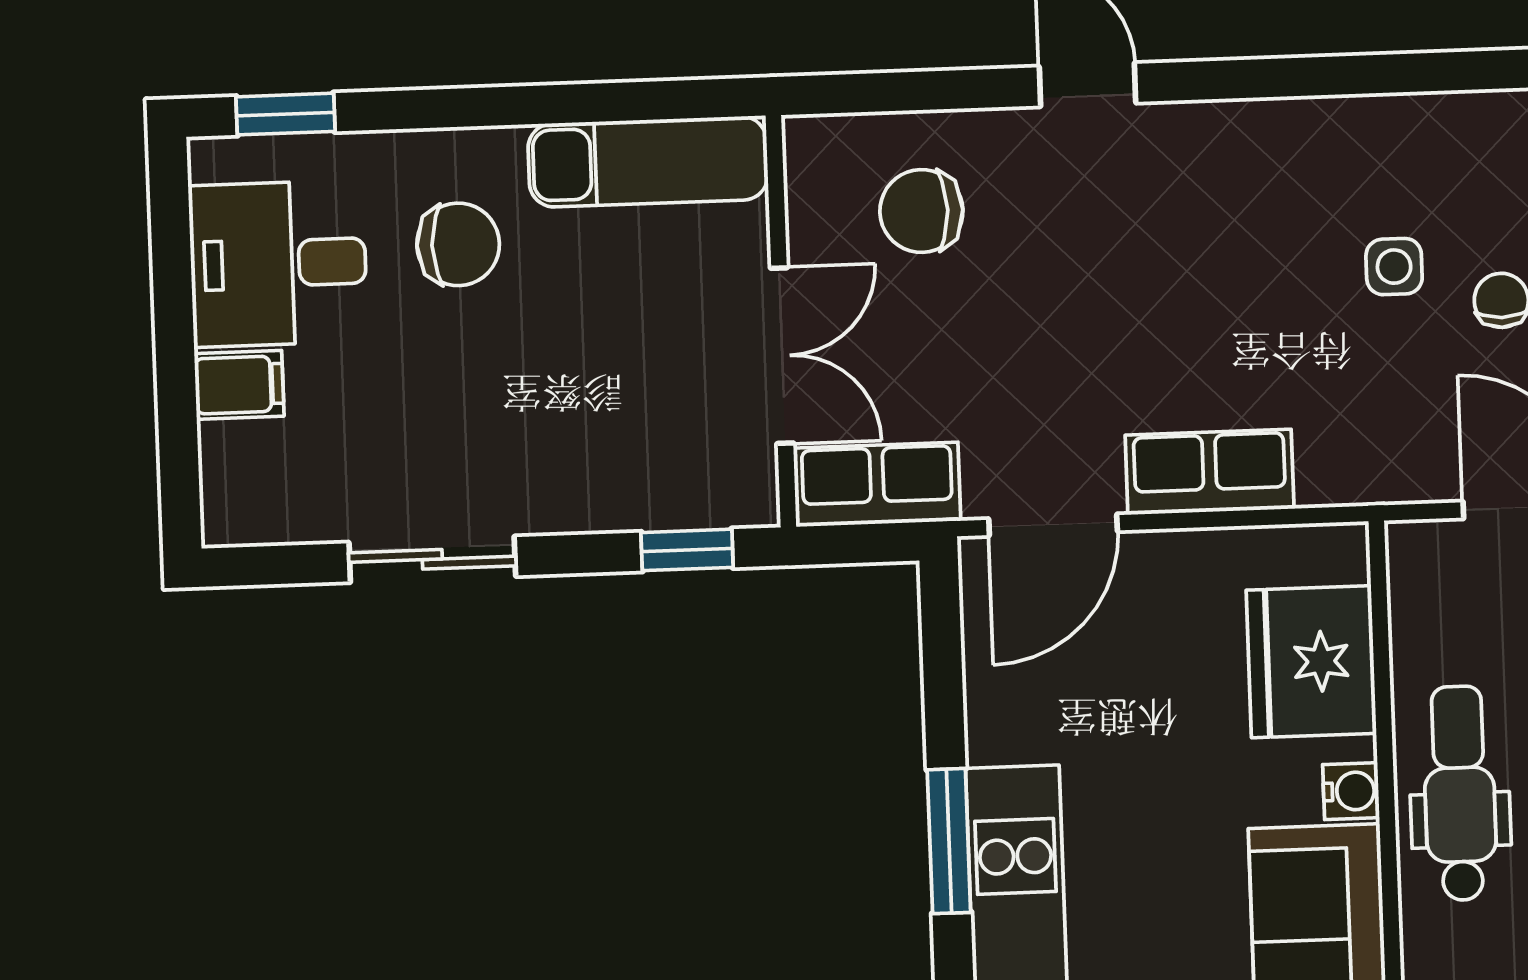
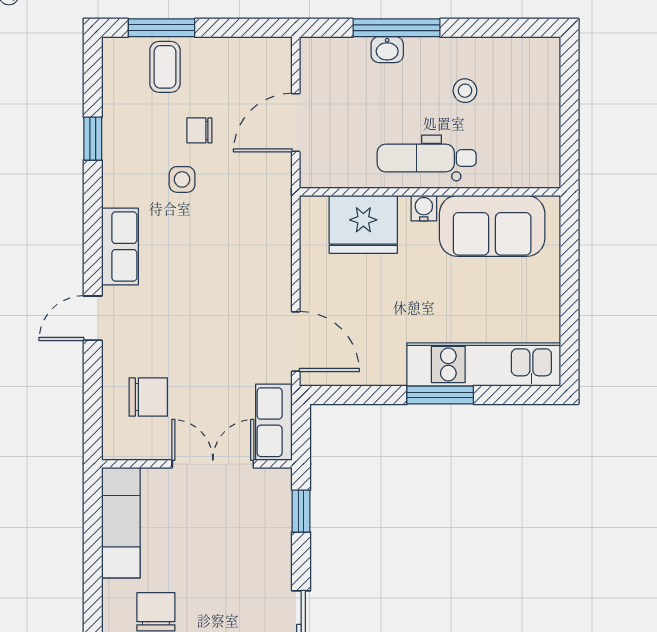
window: (1475, 70) -> (93, 139), added
chair: (921, 211) -> (148, 397), turned -90
row of seats: (1210, 472) -> (120, 247), moved, turned 180

